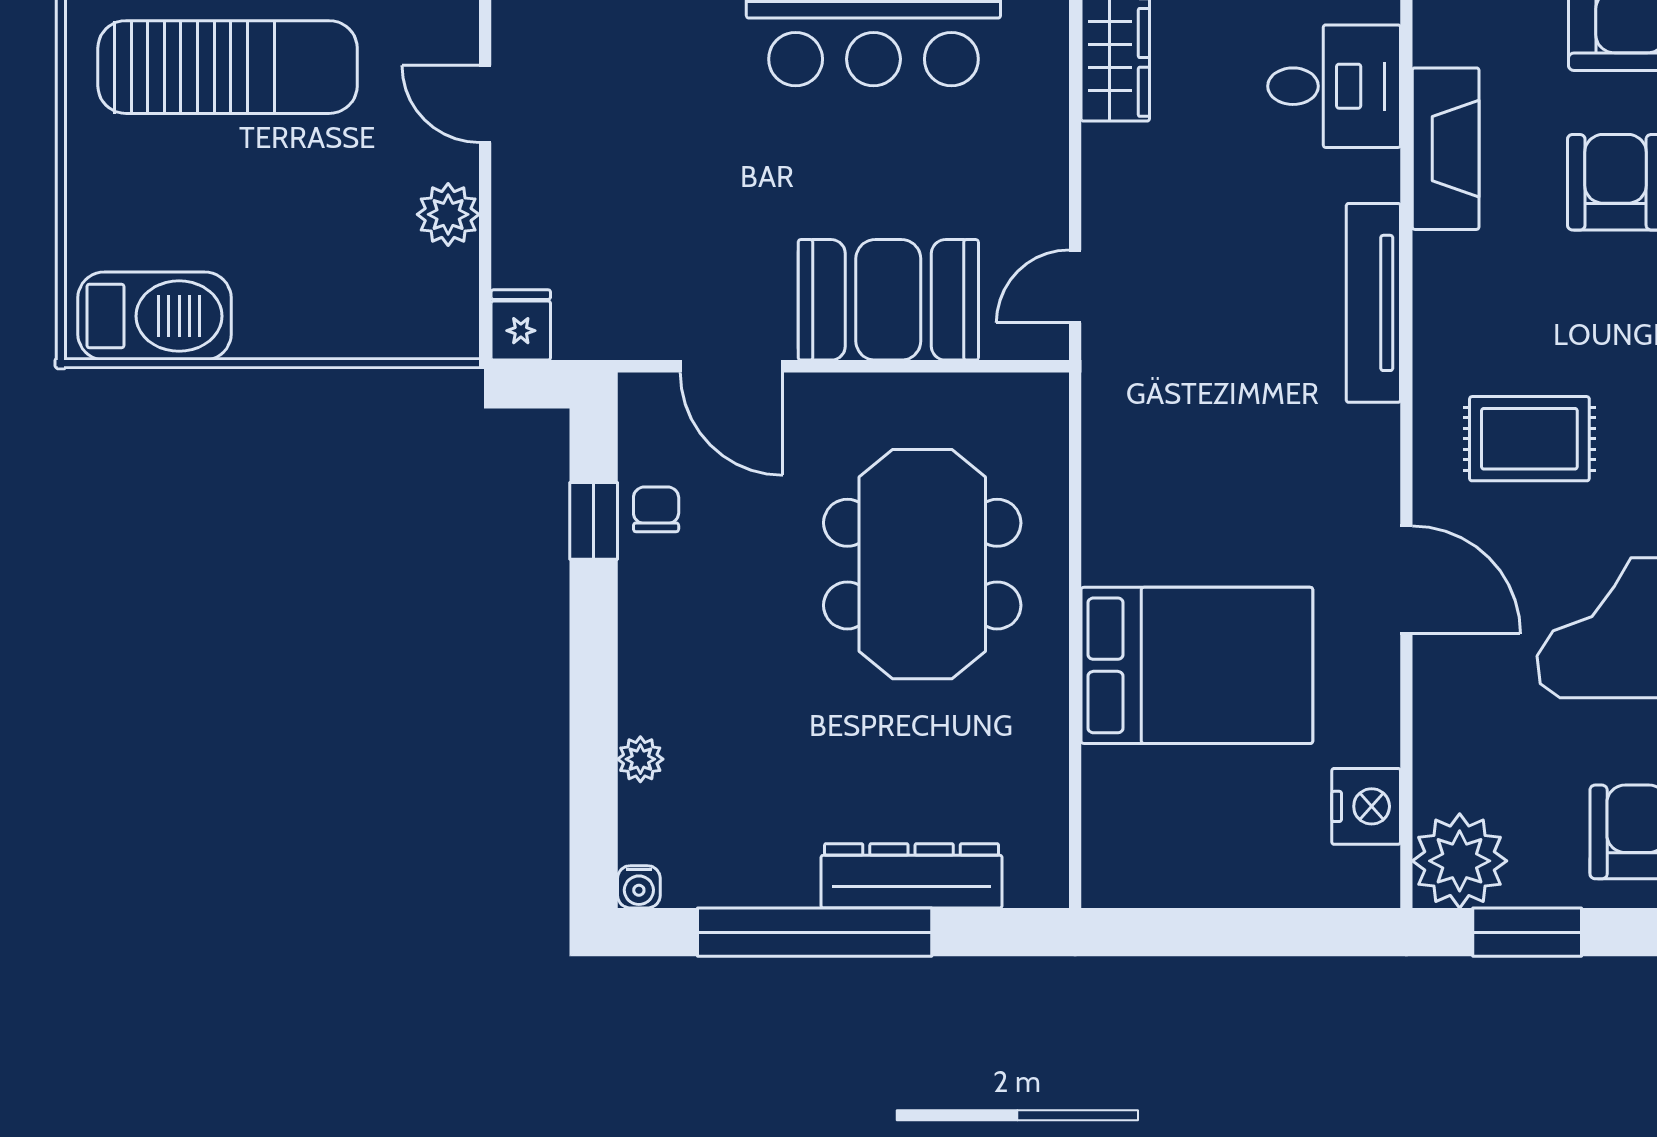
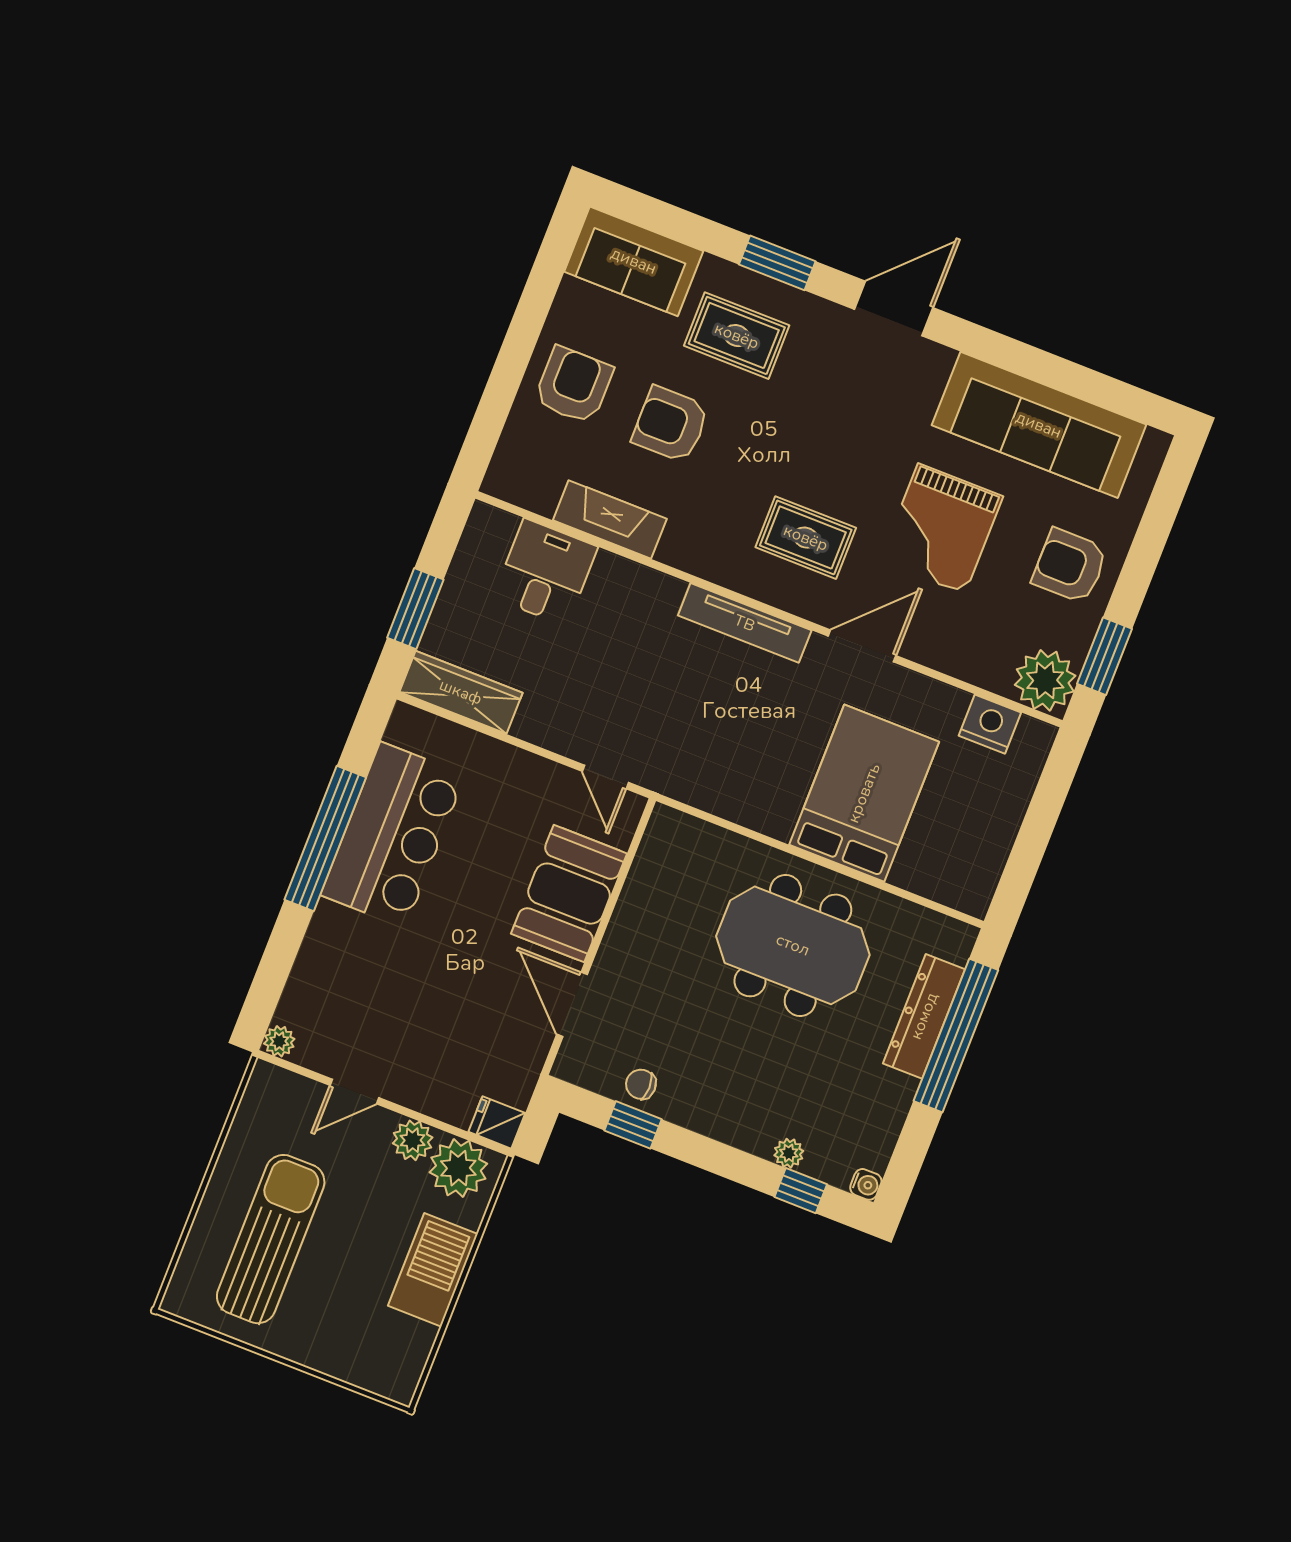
plant: (434, 295) -> (458, 1168), added
tv unit: (1373, 303) -> (745, 623), moved
barbecue: (154, 316) -> (433, 1270), moved
door: (731, 366) -> (572, 1004), swing flipped
rug: (1529, 439) -> (806, 538), turned 90
meeting table: (922, 564) -> (793, 945), moved
window: (594, 797) -> (801, 1191), added
window: (815, 932) -> (956, 1036), moved

